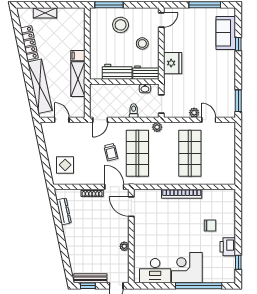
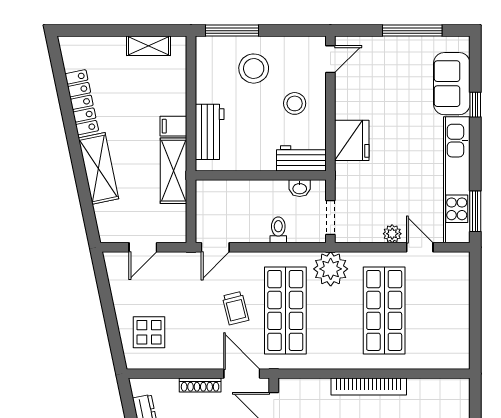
shelving: (45, 13) -> (149, 46), moved
workbench: (117, 72) -> (210, 132), moved, turned 90
kitchen unit: (228, 84) -> (457, 180), added
shelving: (40, 86) -> (98, 168), width x0.68
door: (62, 120) -> (143, 247), swing flipped
plant: (157, 127) -> (331, 269), width x1.88, depth x1.88

